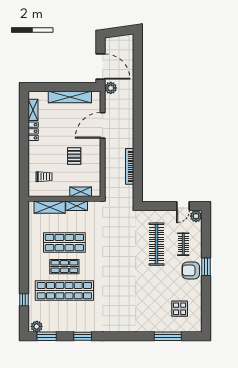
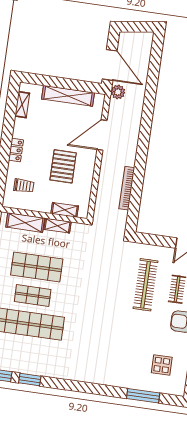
locker: (33, 131) -> (16, 150), moved
pallet: (74, 156) -> (63, 166), width x1.50, depth x1.42
window: (83, 336) -> (30, 379), moved

